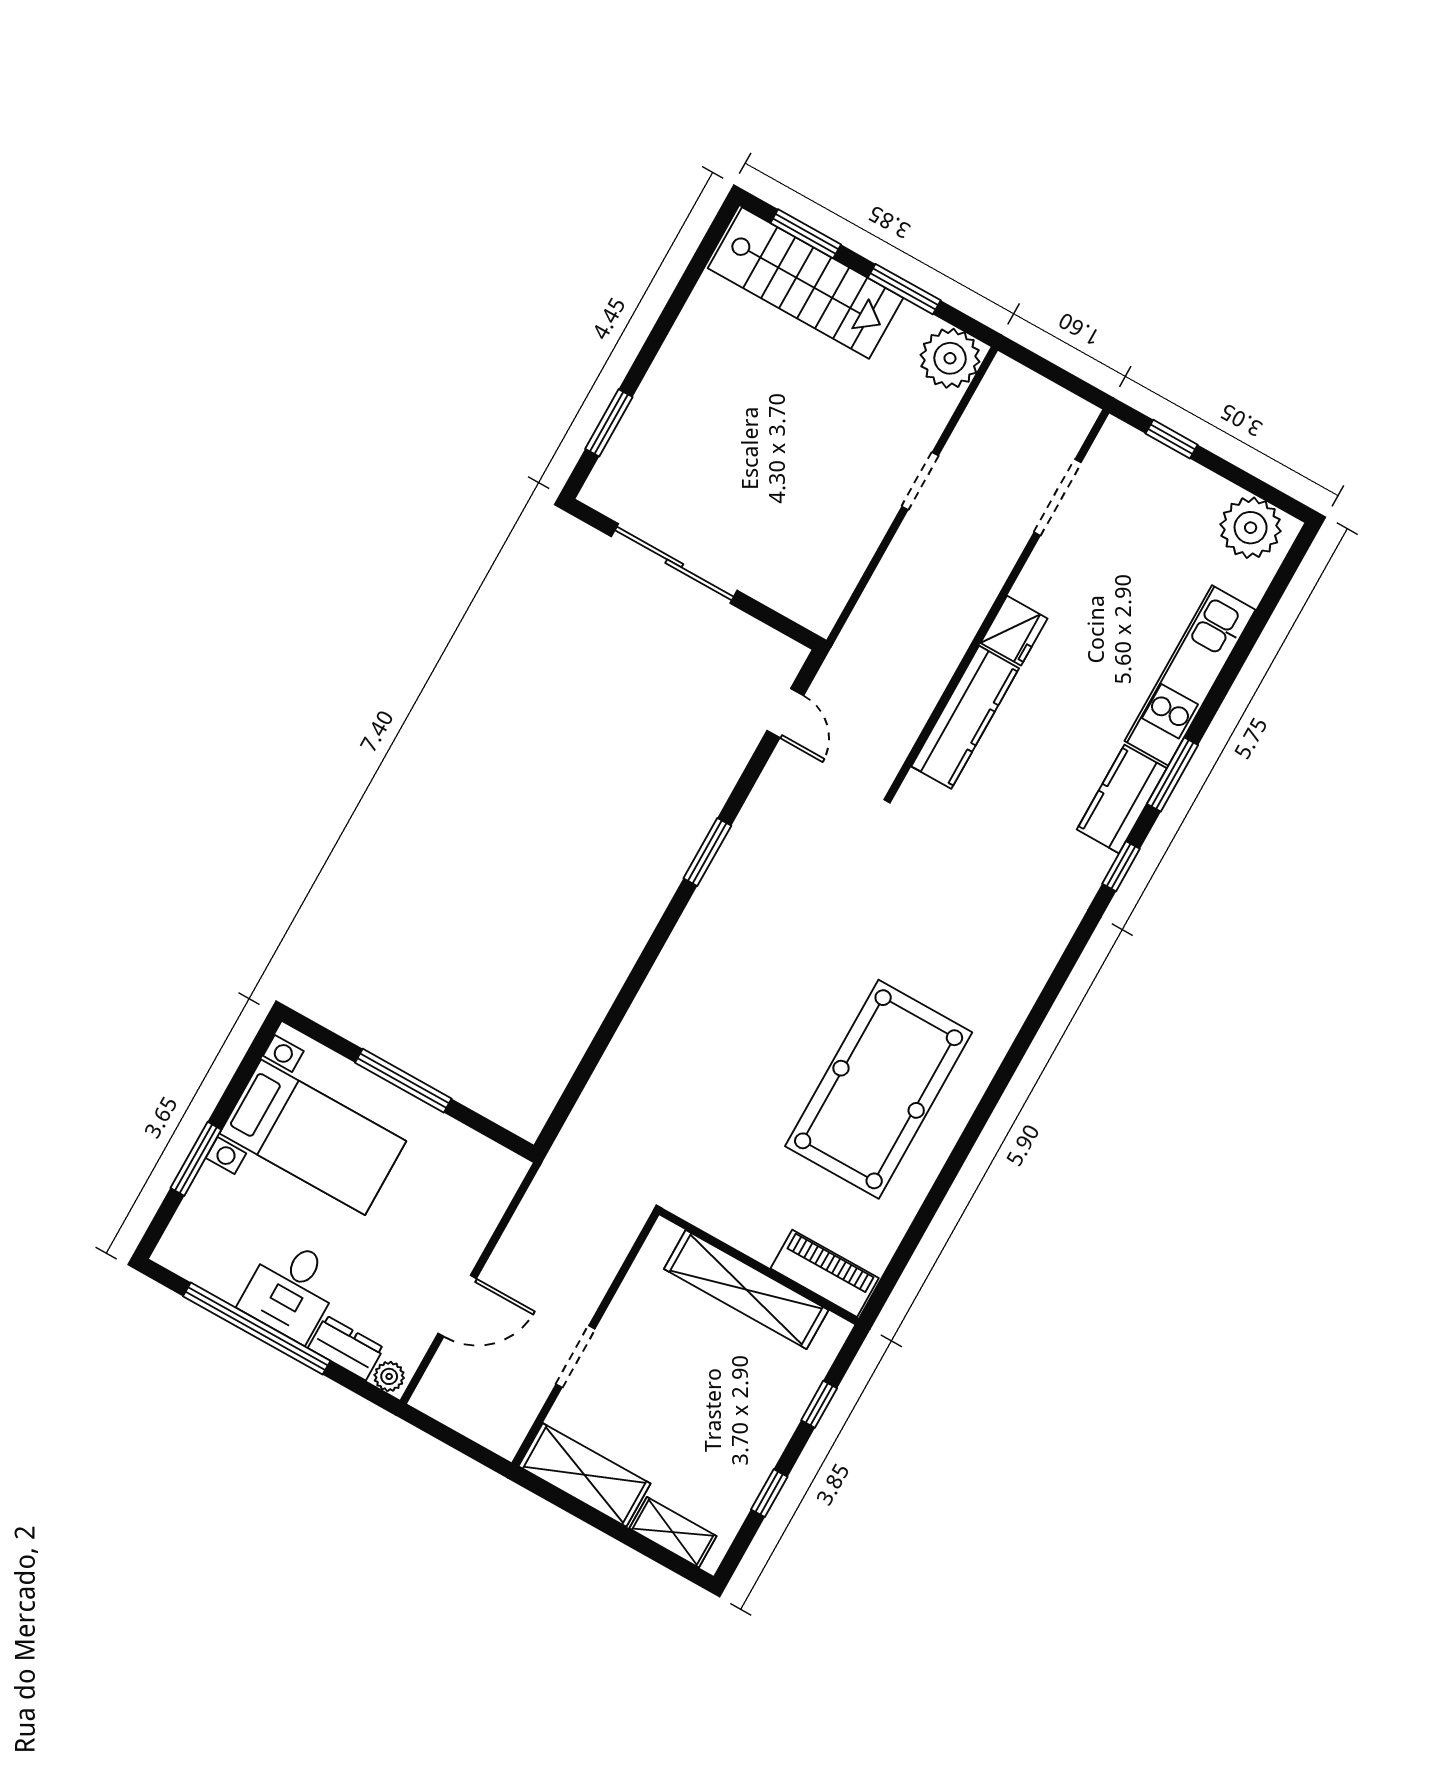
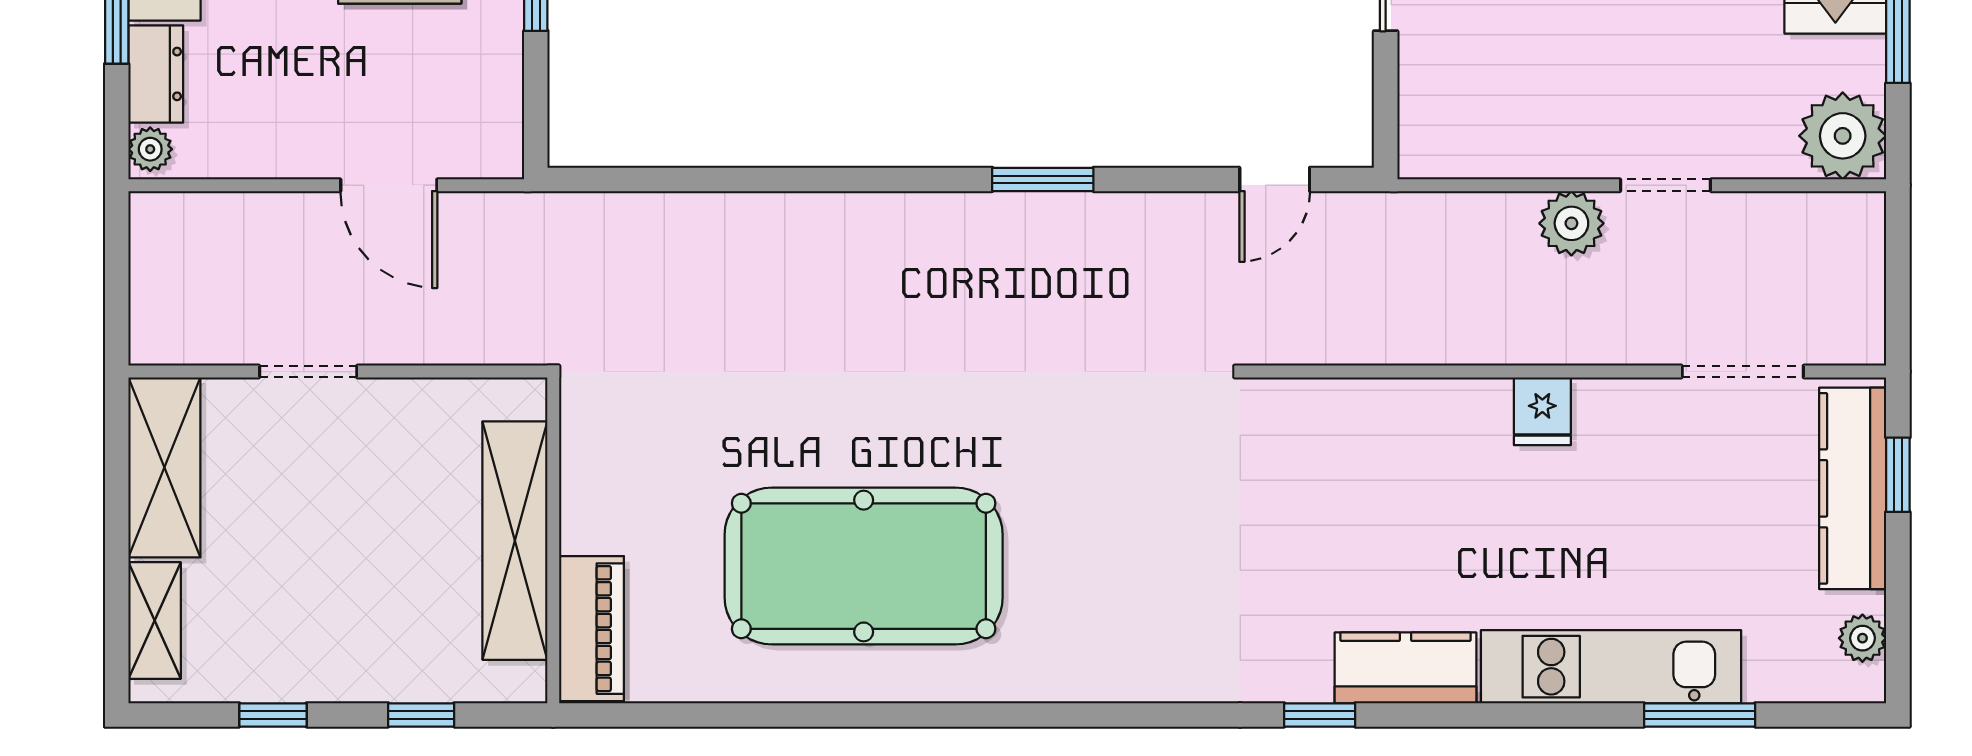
plant: (1251, 528) -> (1862, 638), width x0.53, depth x0.53
plant: (911, 550) -> (1571, 223), added
fridge: (1014, 631) -> (1542, 411), width x0.72
kitchen counter: (965, 717) -> (1853, 488), moved, turned 90
window: (1173, 774) -> (1700, 715), moved
door: (457, 1306) -> (389, 185), moved

